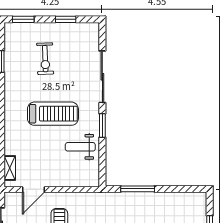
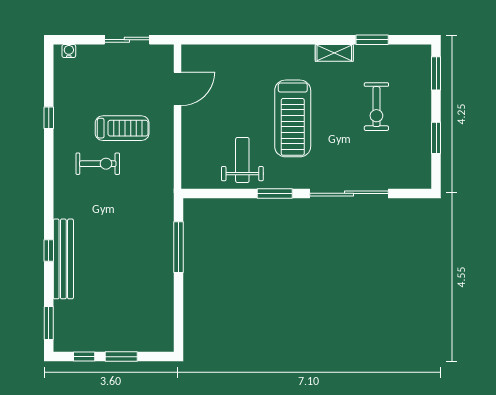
exercise bike: (45, 59) -> (376, 107), turned -88
shelving: (10, 168) -> (334, 53), moved
door: (33, 189) -> (178, 89), swing flipped

